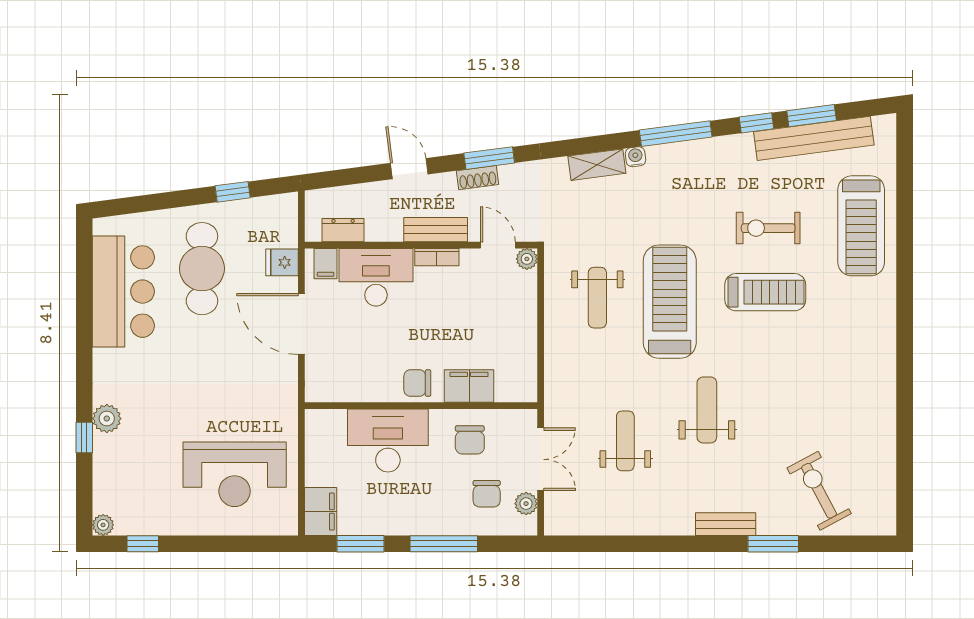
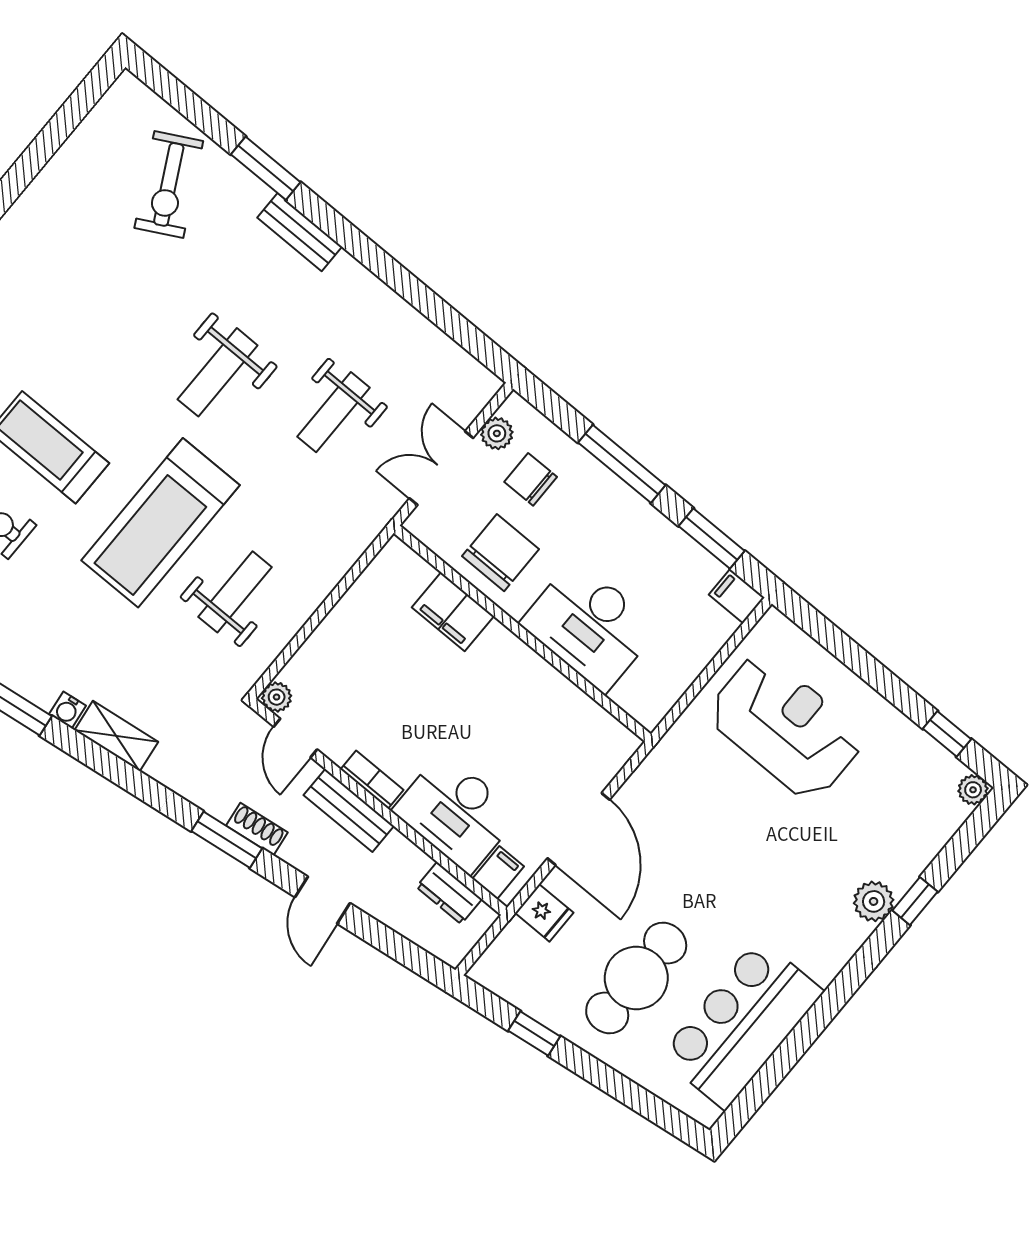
chair: (417, 383) -> (506, 661), removed
chair: (470, 440) -> (501, 553), width x1.37, depth x1.37
chair: (487, 494) -> (531, 479), turned -90
filing cabinet: (321, 512) -> (737, 596), width x0.50

